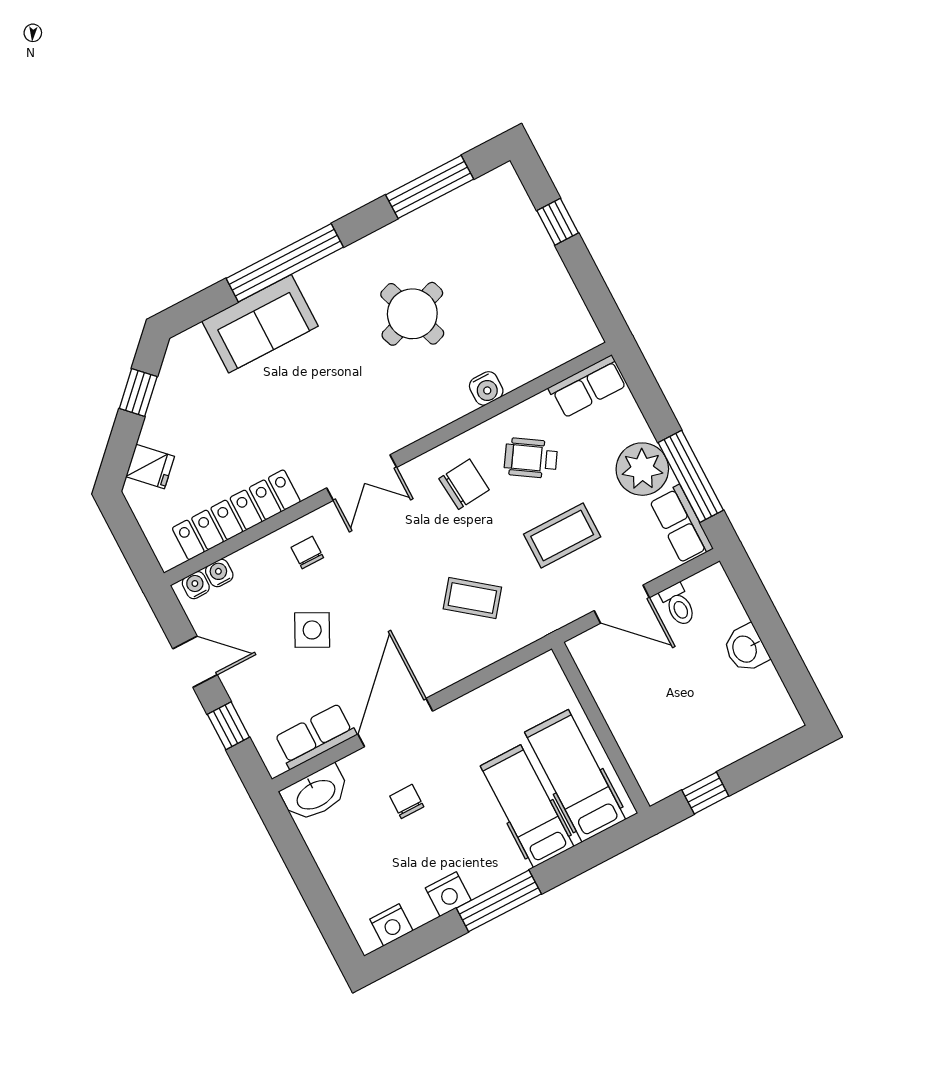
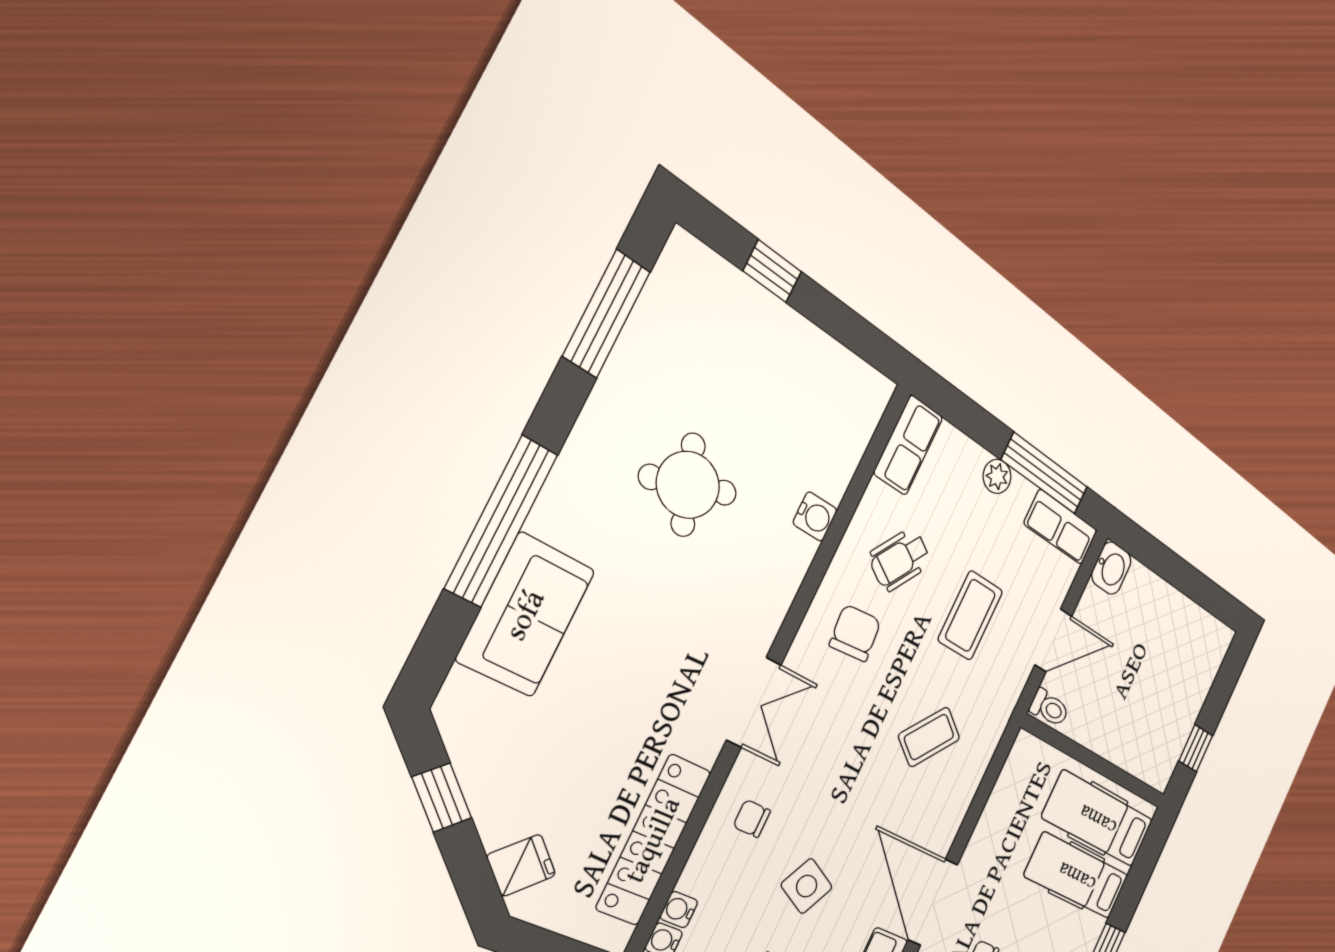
plant: (642, 469) -> (997, 476), width x0.53, depth x0.53
toilet: (678, 605) -> (1049, 708), moved
washbasin: (746, 649) -> (1111, 568), moved, turned -90

